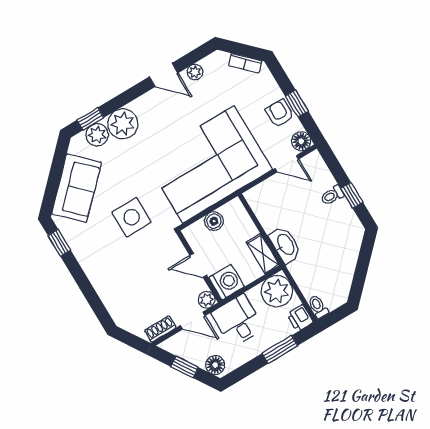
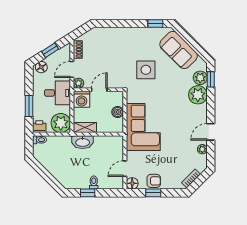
corner sofa: (208, 164) -> (143, 127), width x0.73, depth x0.74

